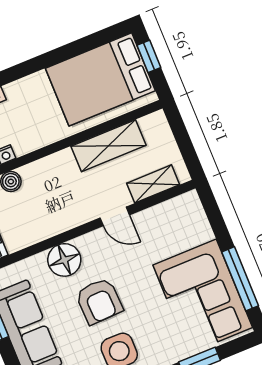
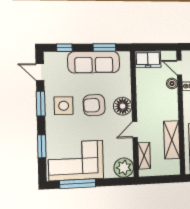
plant: (186, 211) -> (124, 168), added
floor lamp: (64, 260) -> (123, 106), moved

